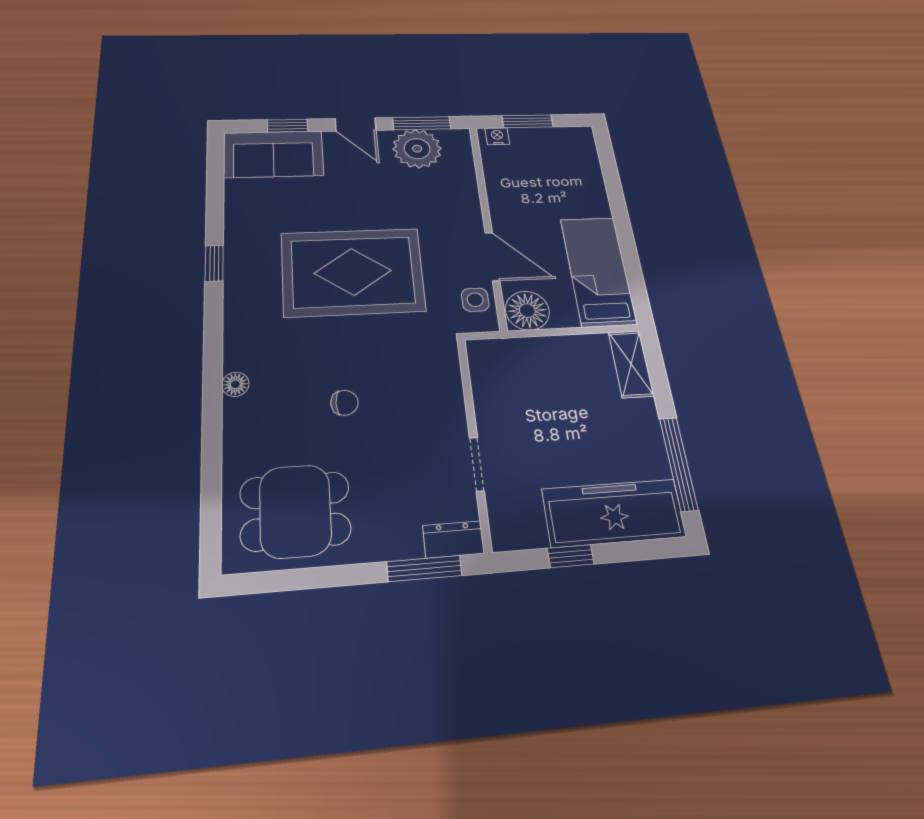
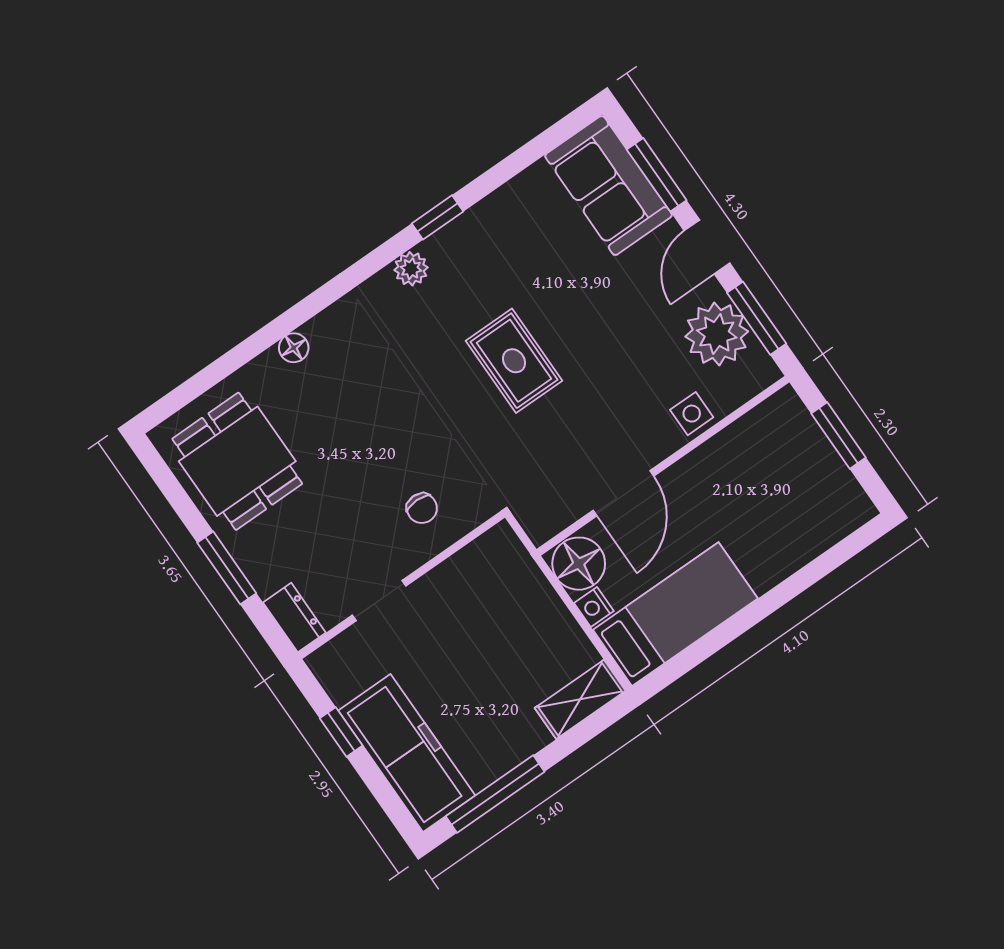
window: (287, 126) -> (657, 175), width x1.50
nightstand: (497, 136) -> (594, 607), moved, turned 180
rug: (353, 272) -> (514, 361), width x0.54, depth x0.49
plant: (238, 300) -> (411, 269), added
side table: (475, 300) -> (692, 414), moved
floor lamp: (235, 384) -> (294, 348), moved
chair: (345, 403) -> (422, 508), moved
window: (424, 569) -> (227, 568), moved

